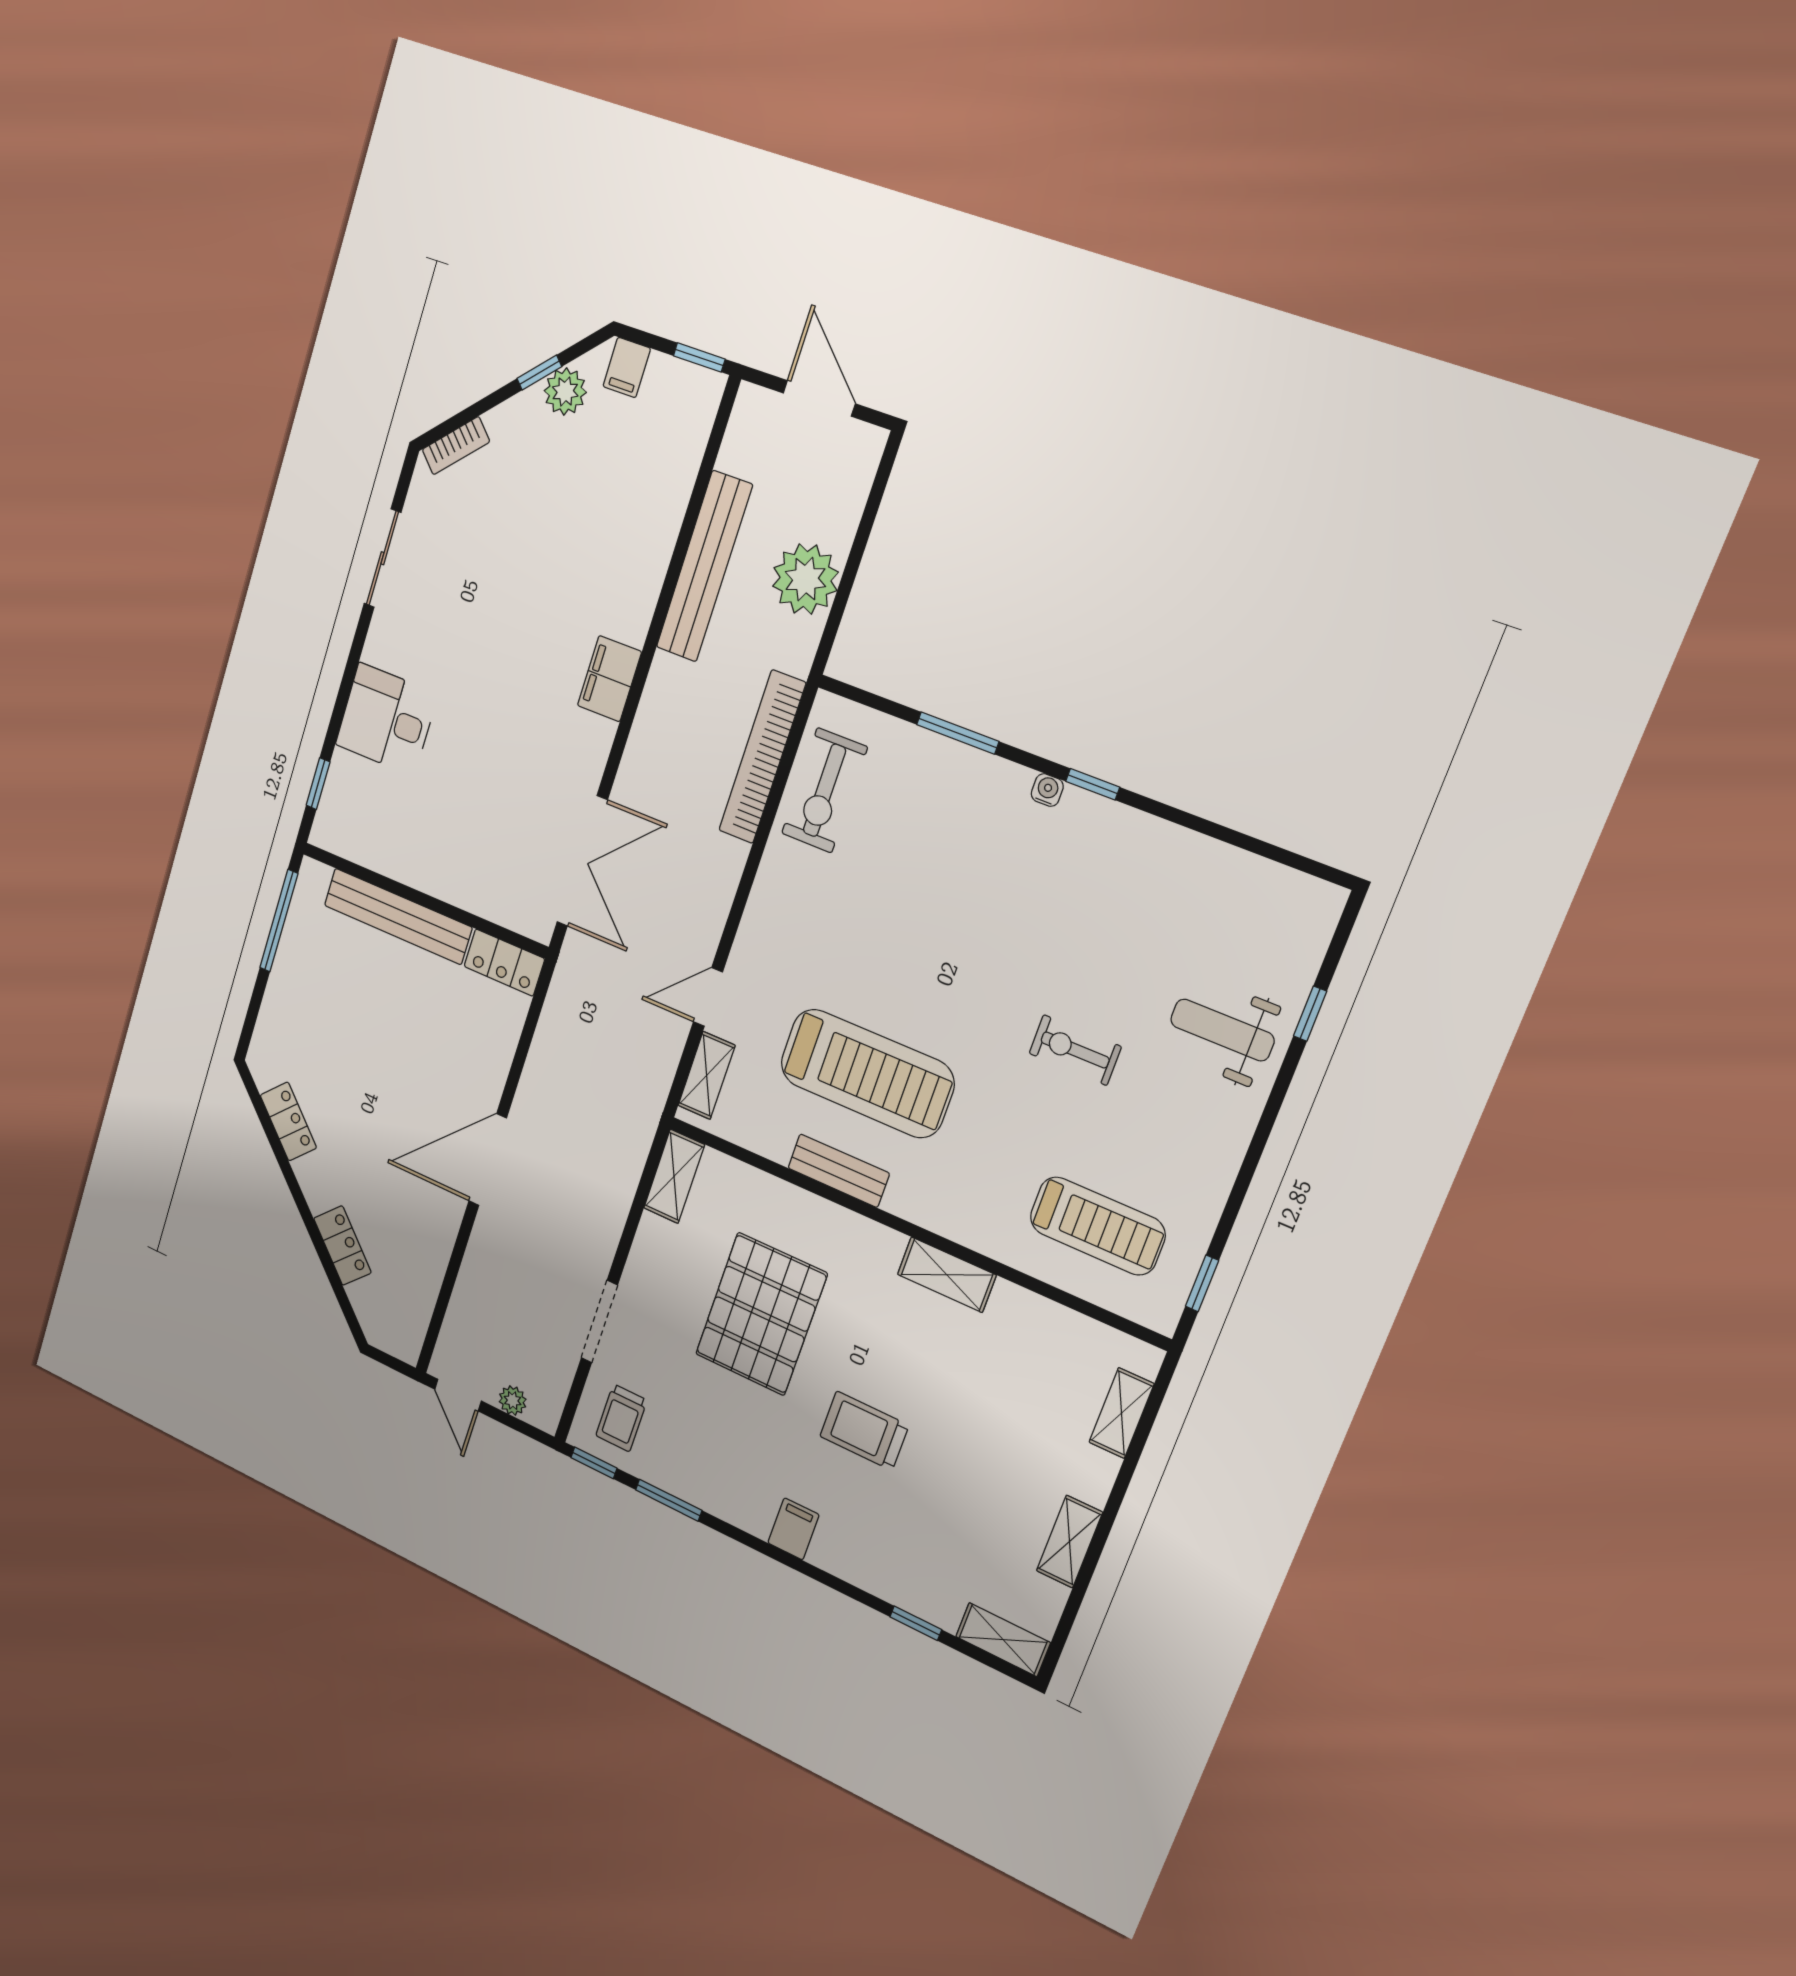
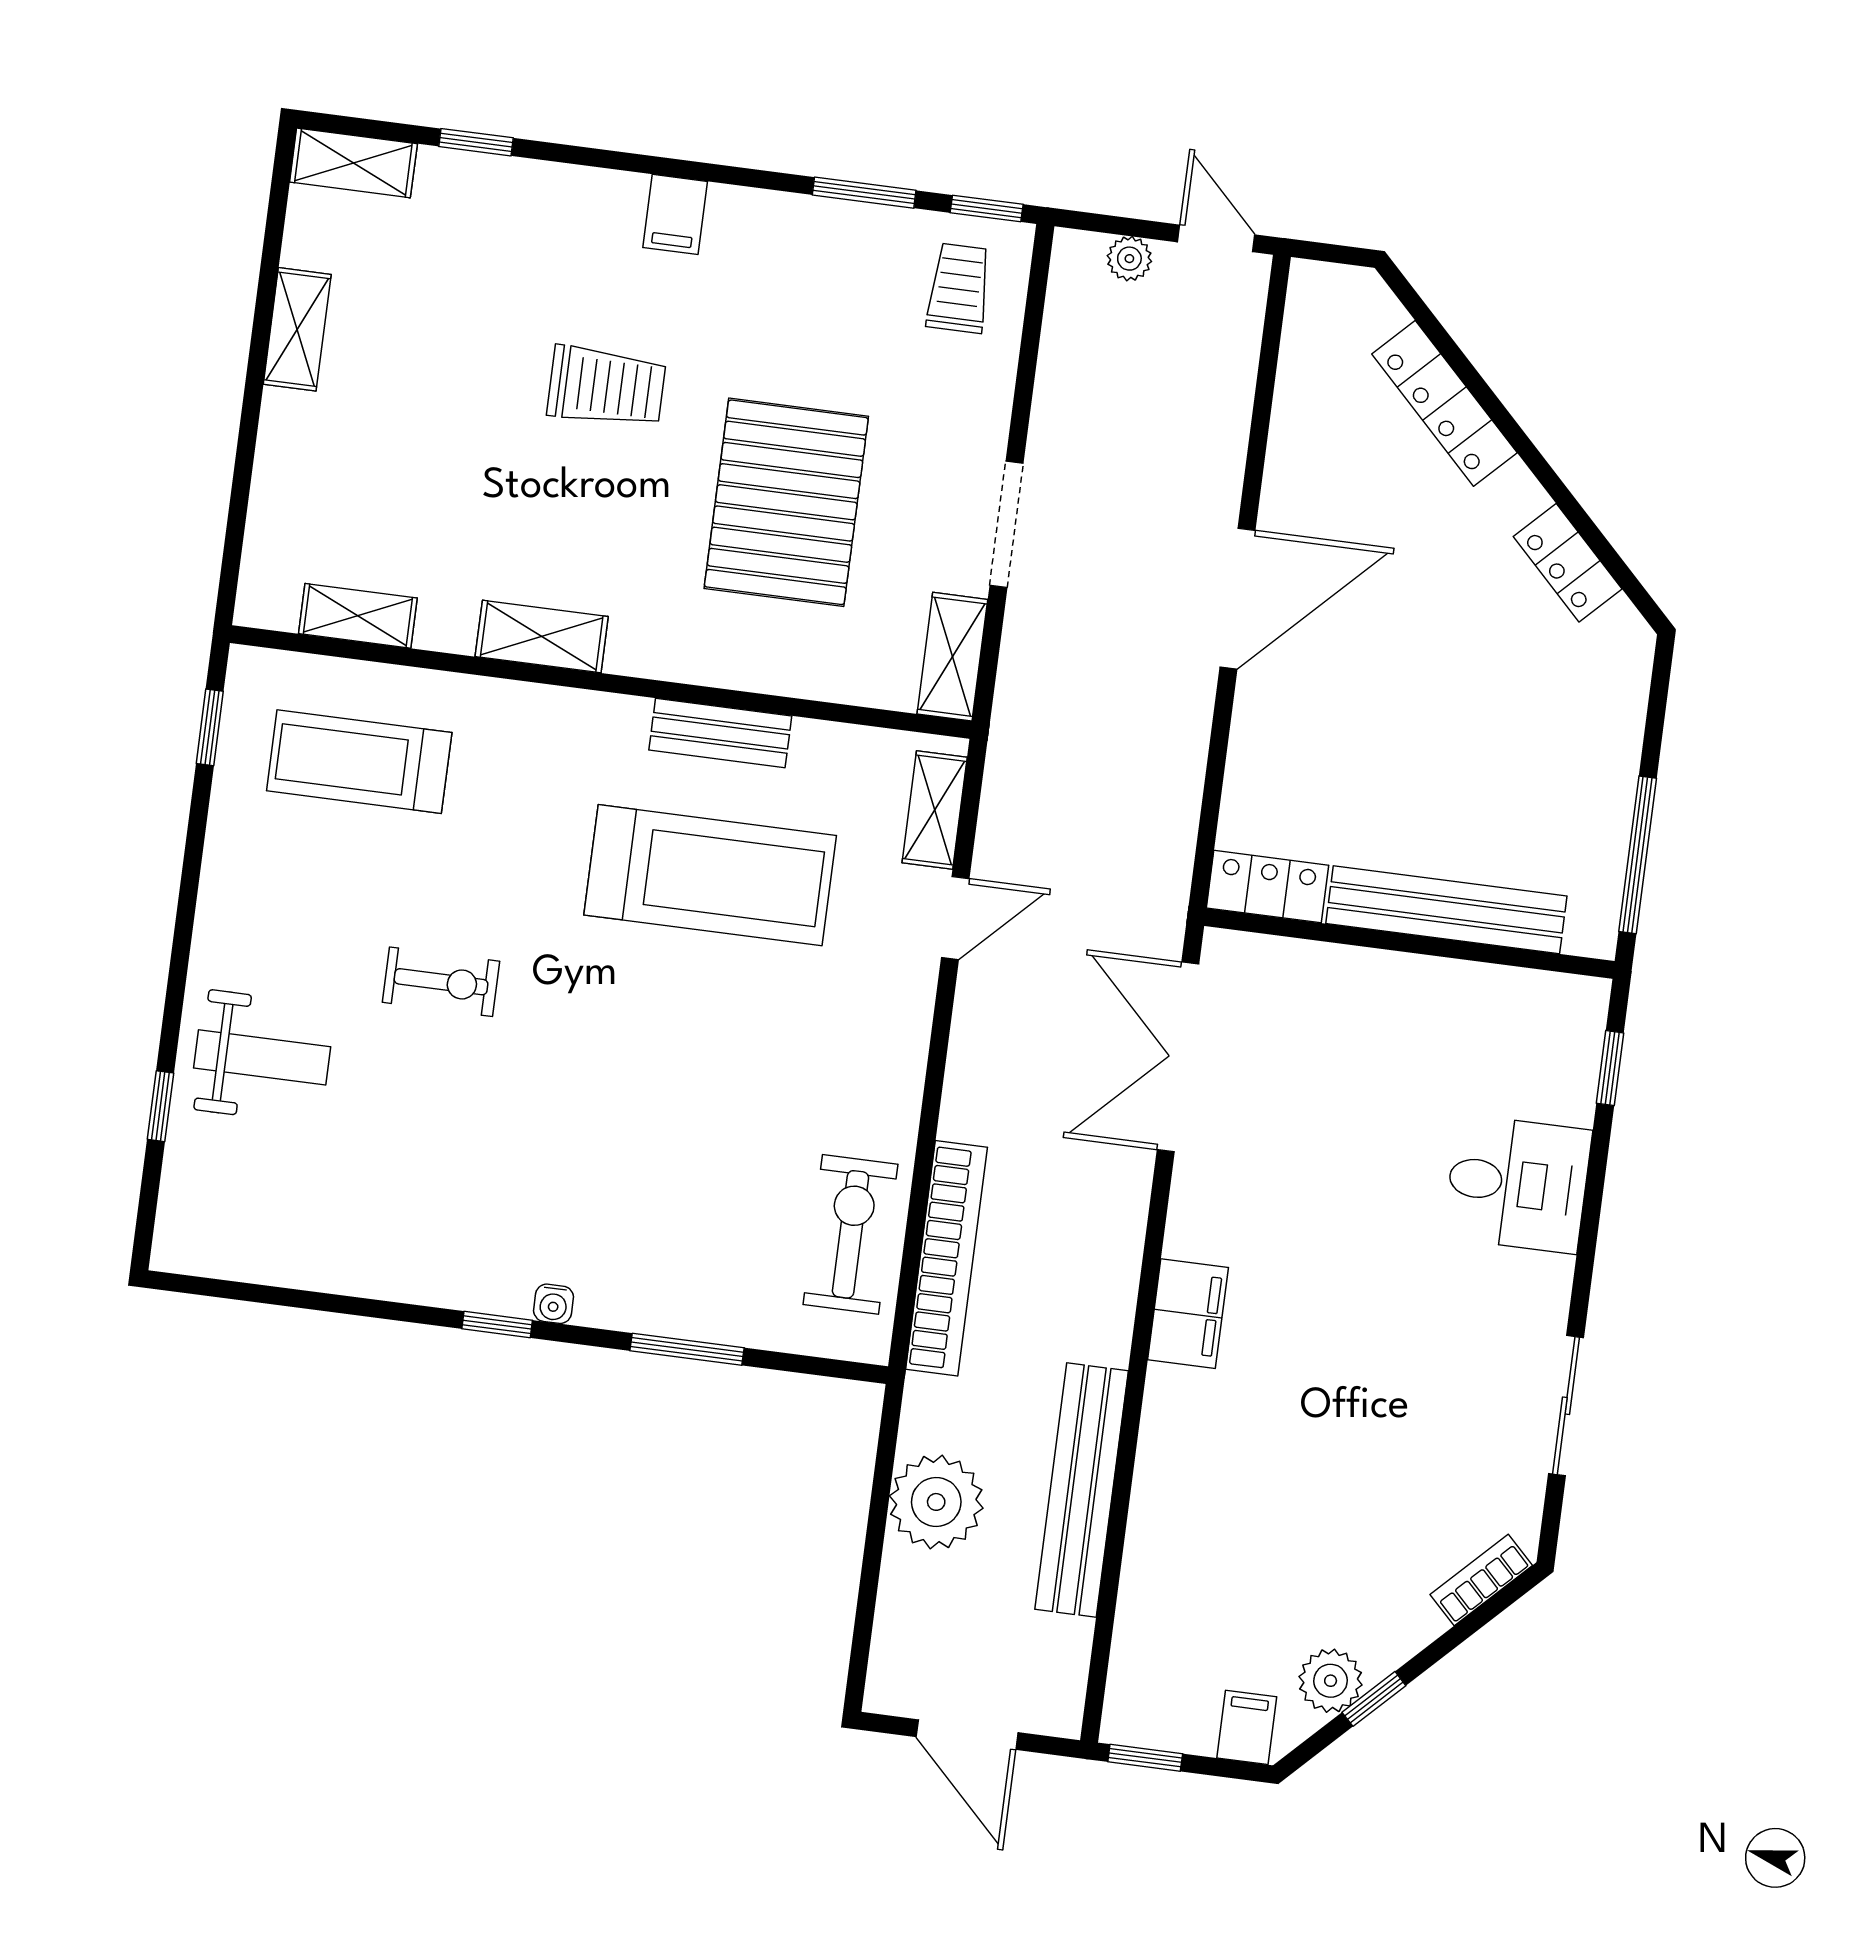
treadmill: (867, 1073) -> (710, 875), turned 180
locker: (342, 1245) -> (1444, 403), width x1.53
doorway: (599, 1322) -> (1006, 524), moved
shelving: (1121, 1413) -> (358, 616), moved, turned 90

